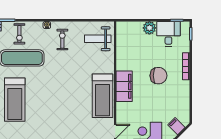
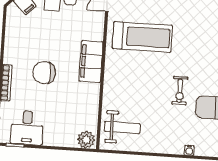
plant: (149, 28) -> (86, 140), moved
exercise bike: (62, 40) -> (180, 91), moved
treadmill: (102, 96) -> (142, 37), moved, turned 90

